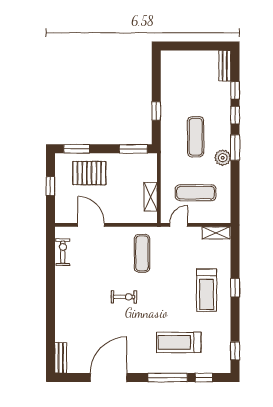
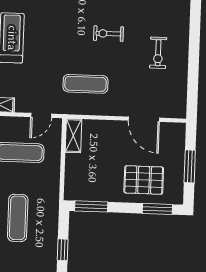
window: (50, 186) -> (190, 166), width x1.50
shelving: (151, 197) -> (73, 136), moved
exercise bike: (63, 252) -> (158, 53), moved
exercise mat: (142, 253) -> (85, 84), turned 90

